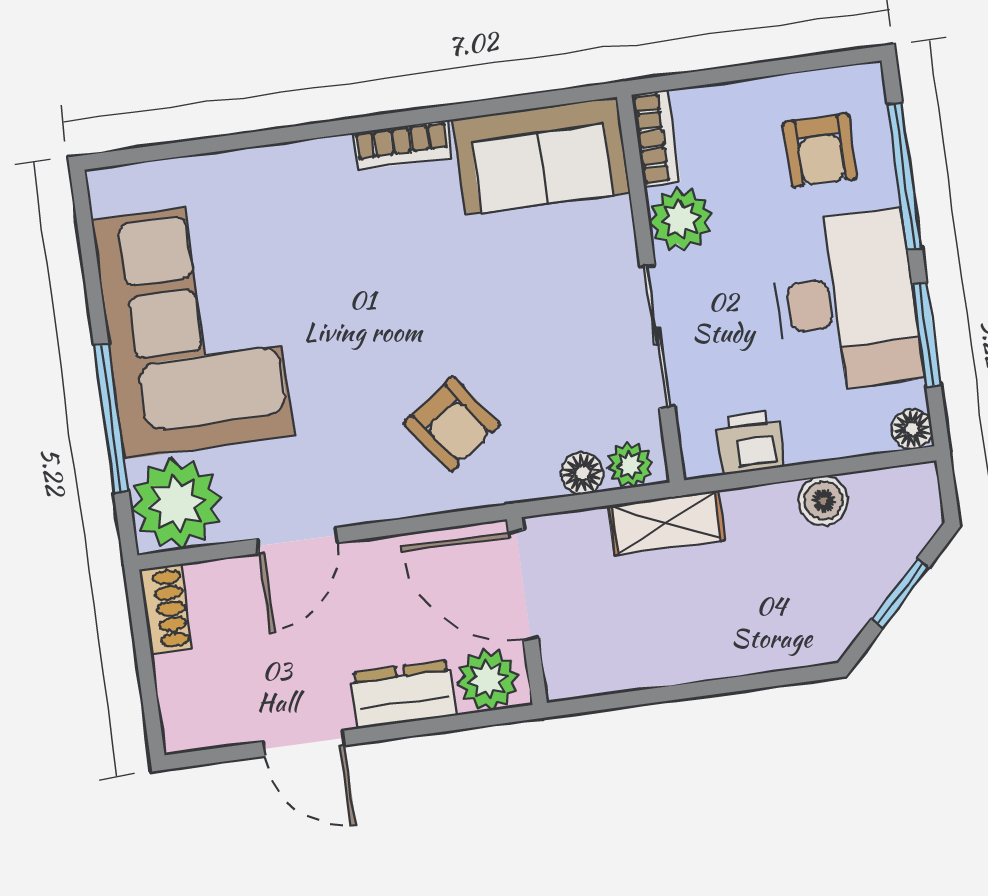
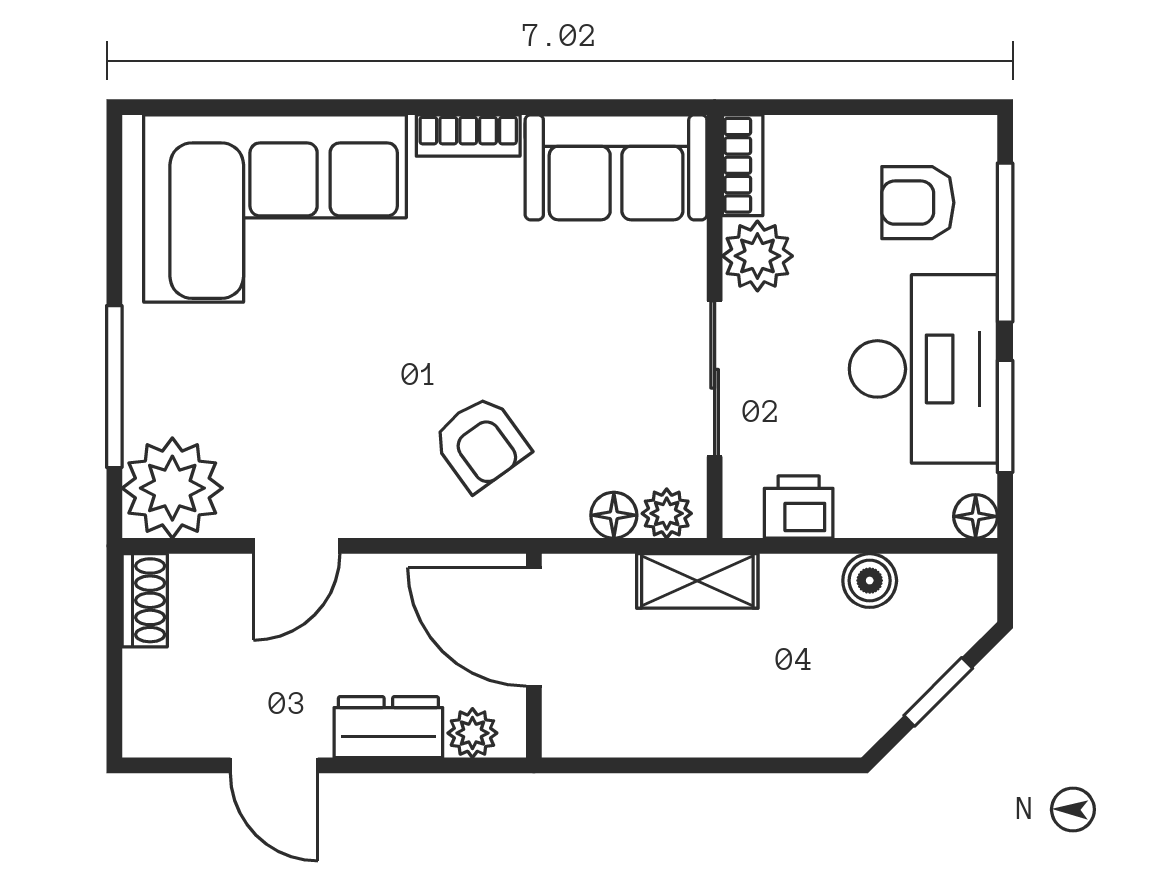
armchair: (820, 150) -> (918, 203), turned 90
corner sofa: (193, 328) -> (275, 208), moved, turned 90
plant: (488, 680) -> (472, 733), width x0.73, depth x0.73

